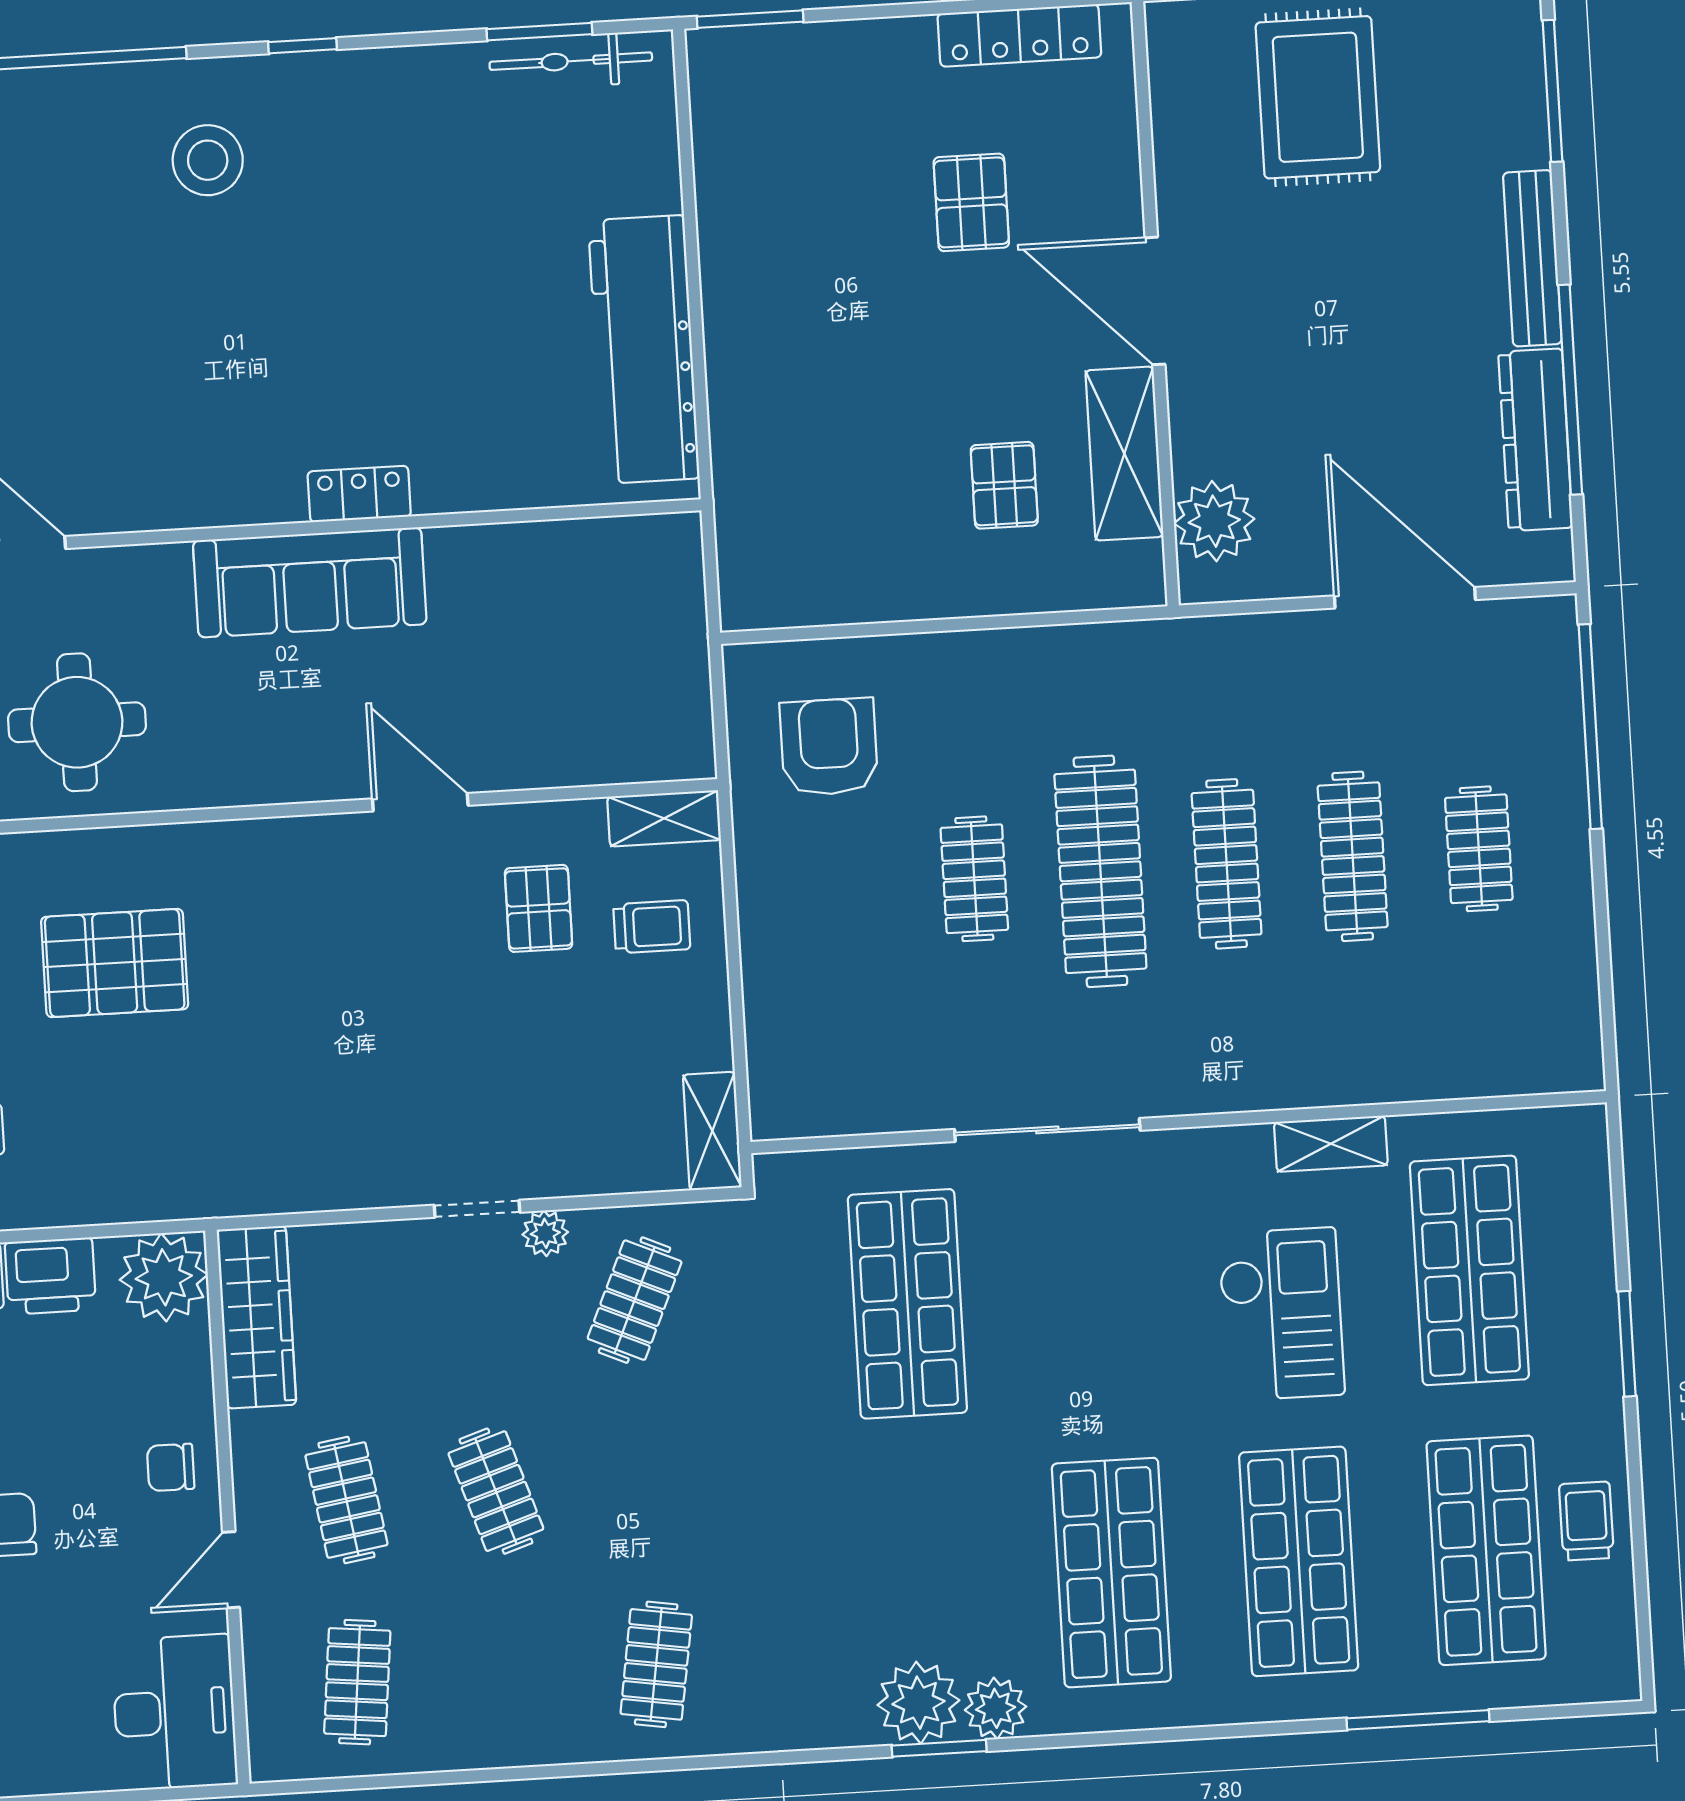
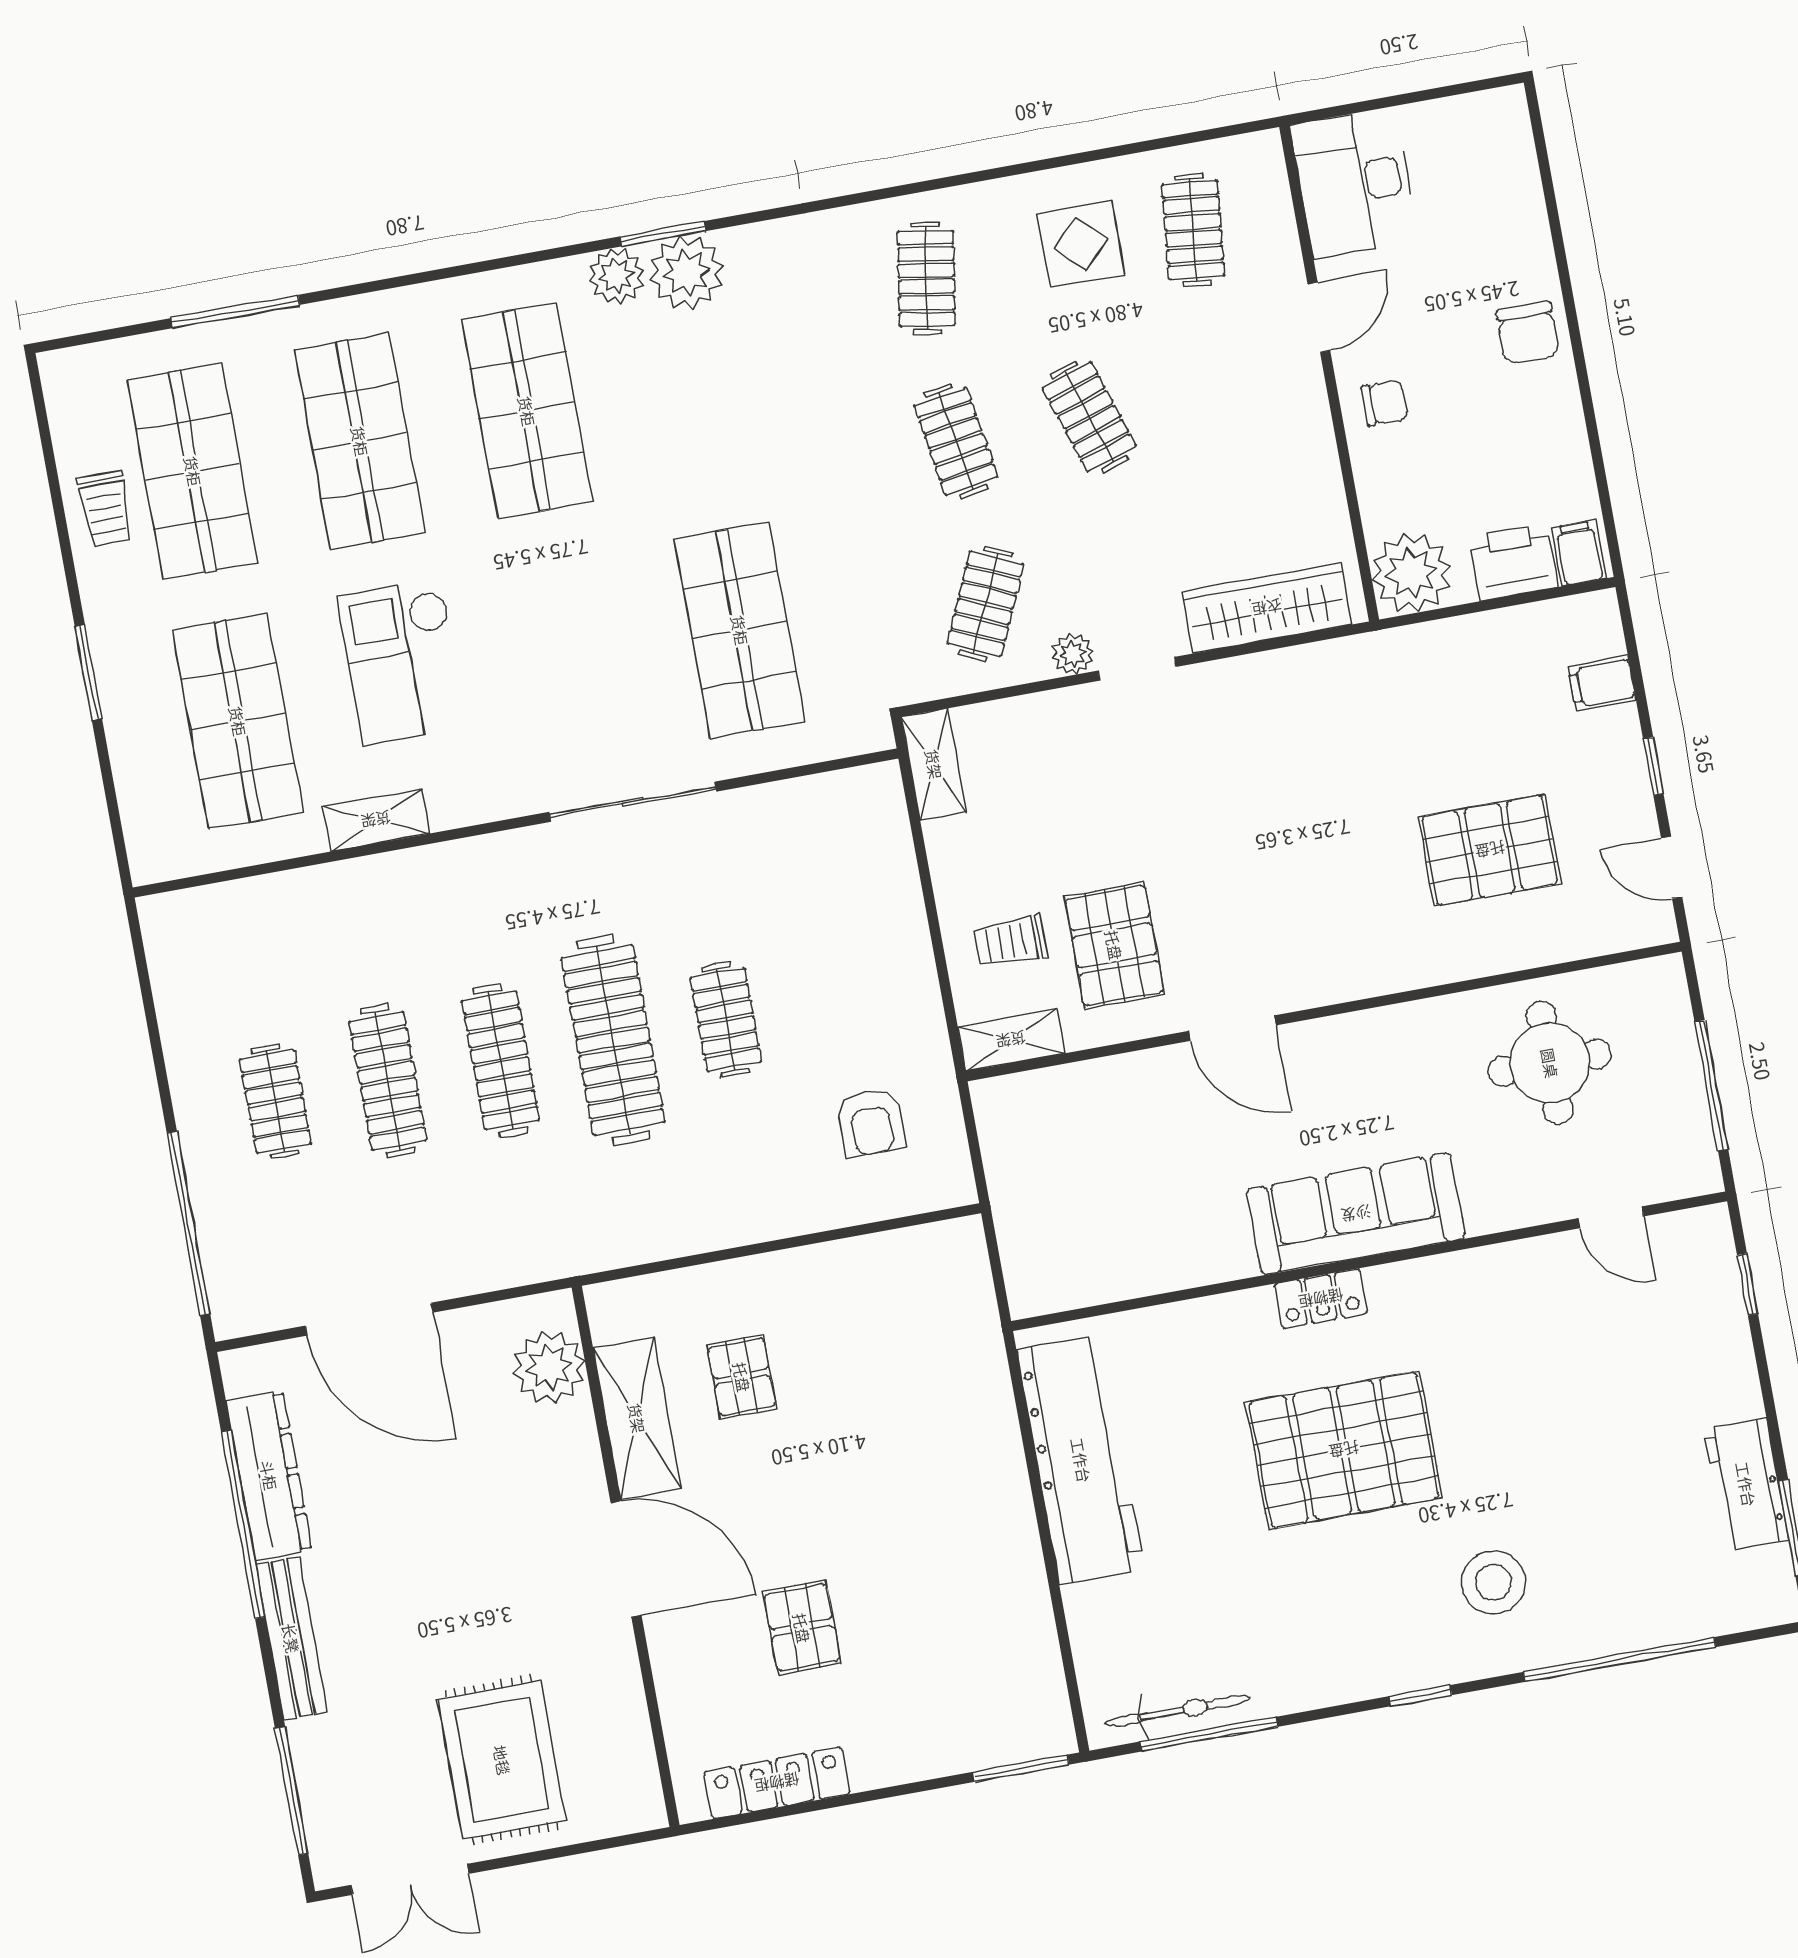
window: (539, 32) -> (1209, 1734), width x1.44
pallet: (354, 325) -> (1344, 1450), added
armchair: (829, 747) -> (871, 1122), width x0.72, depth x0.72
pallet: (539, 908) -> (1114, 945), width x1.50, depth x1.42
wardrobe: (256, 1317) -> (1267, 608), moved, turned 90
clothes rail: (346, 1500) -> (956, 441), moved
display table: (482, 1682) -> (1081, 244), added

